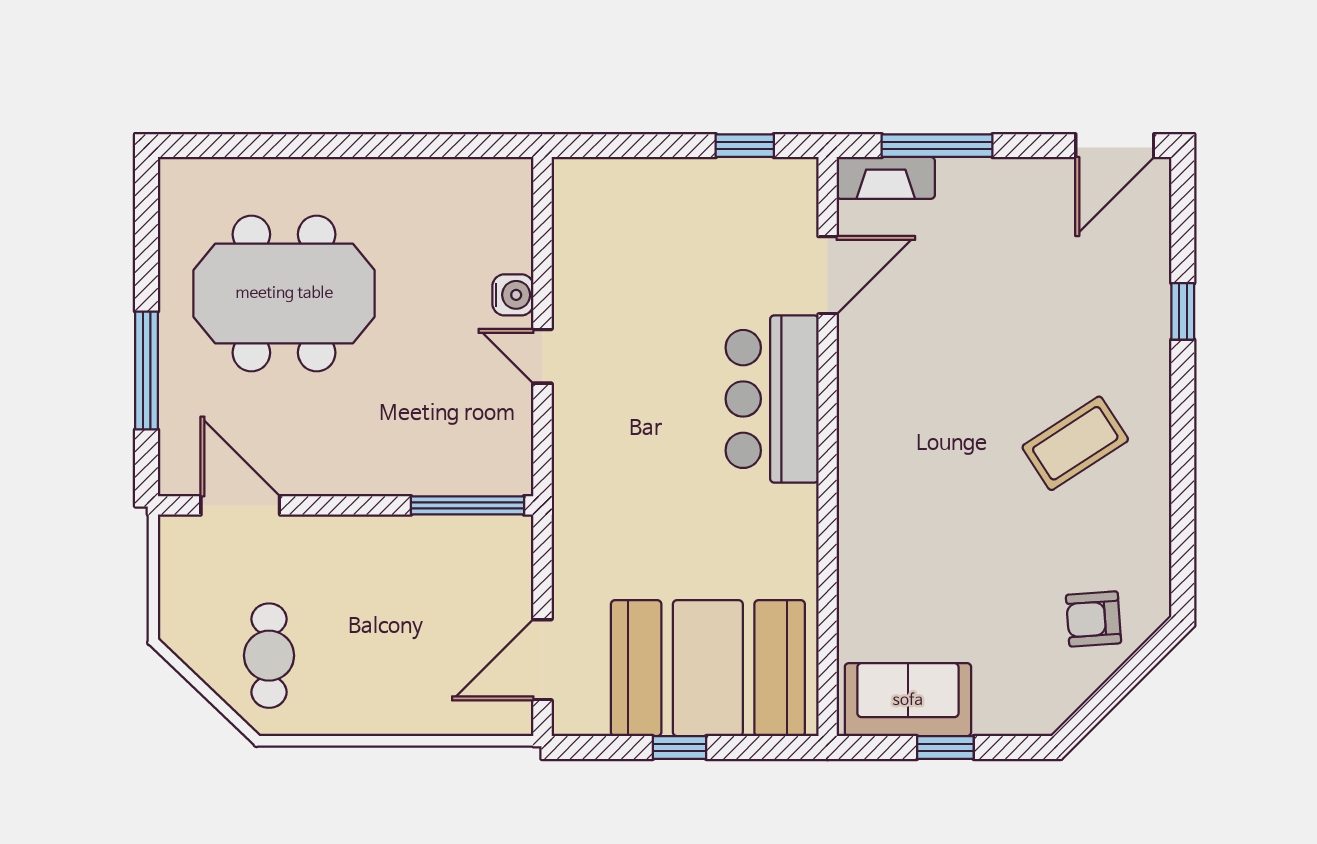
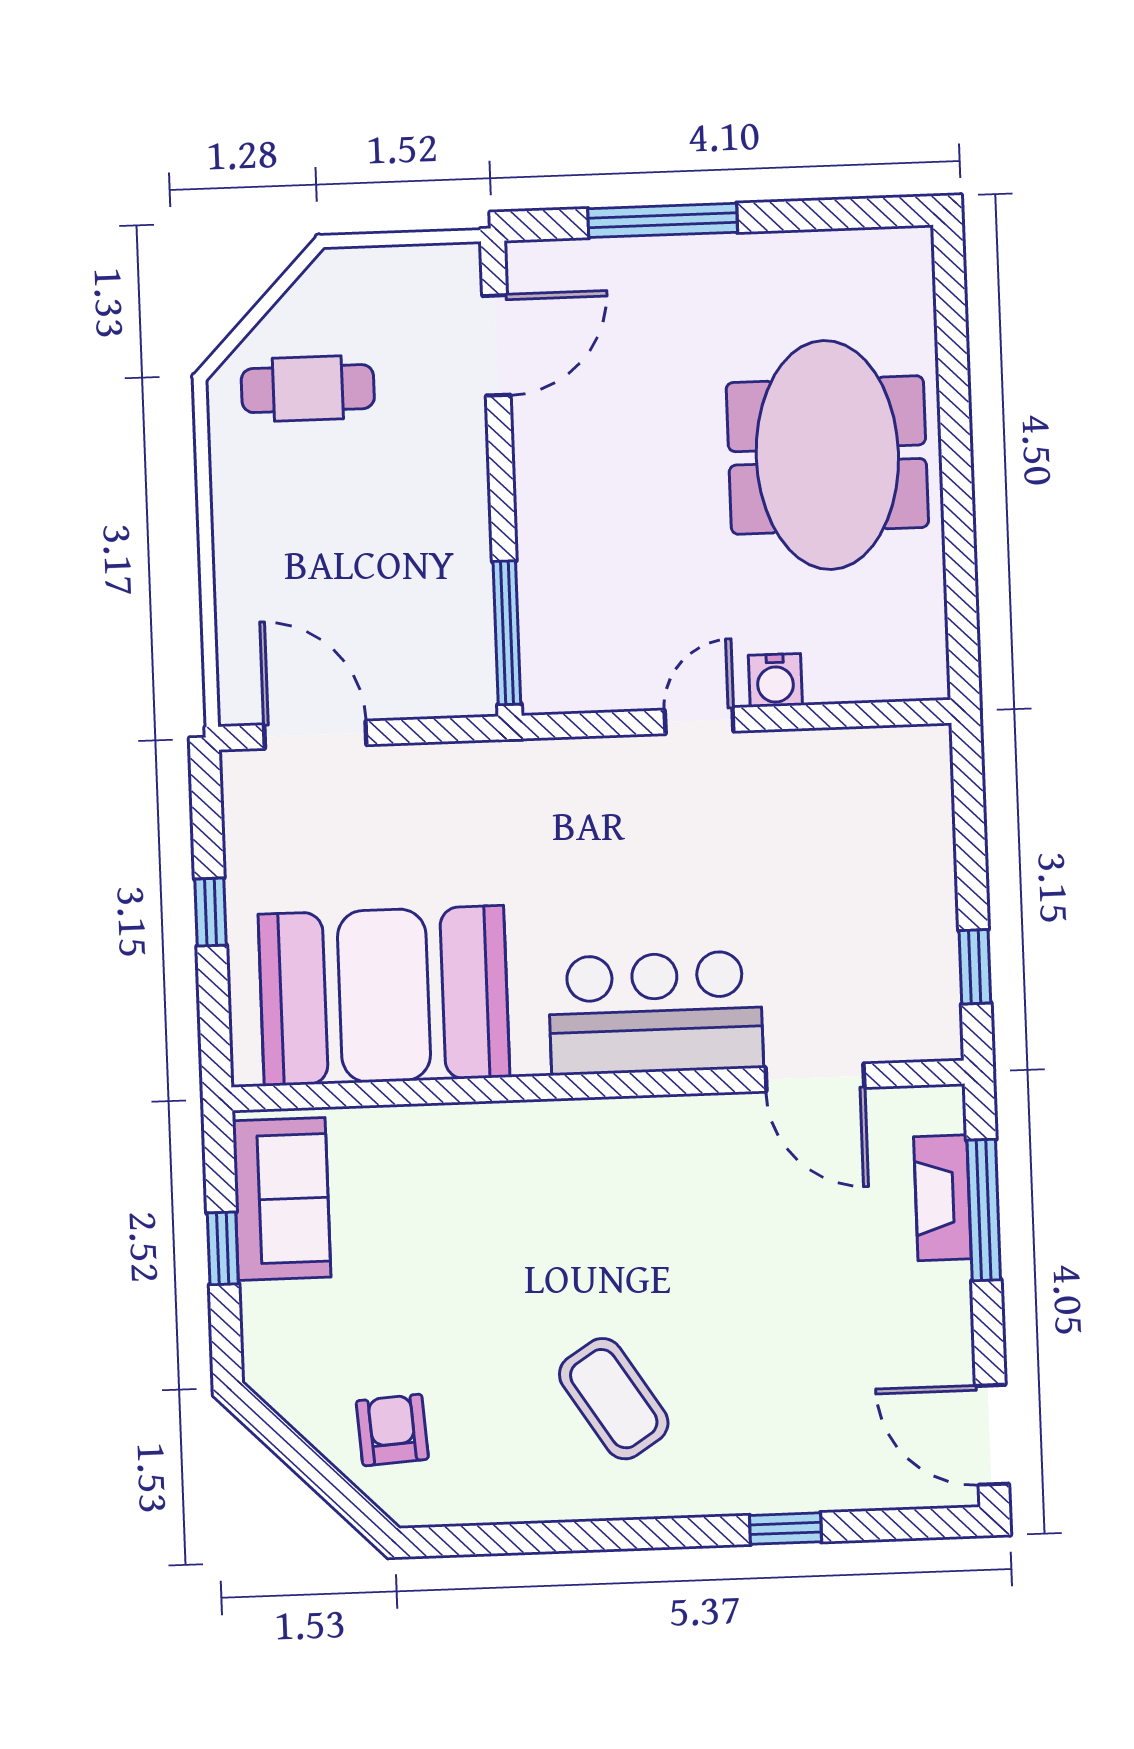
fireplace: (886, 178) -> (942, 1198), moved
meeting table: (284, 293) -> (827, 455), moved
booth: (708, 668) -> (384, 996), moved, turned 90

